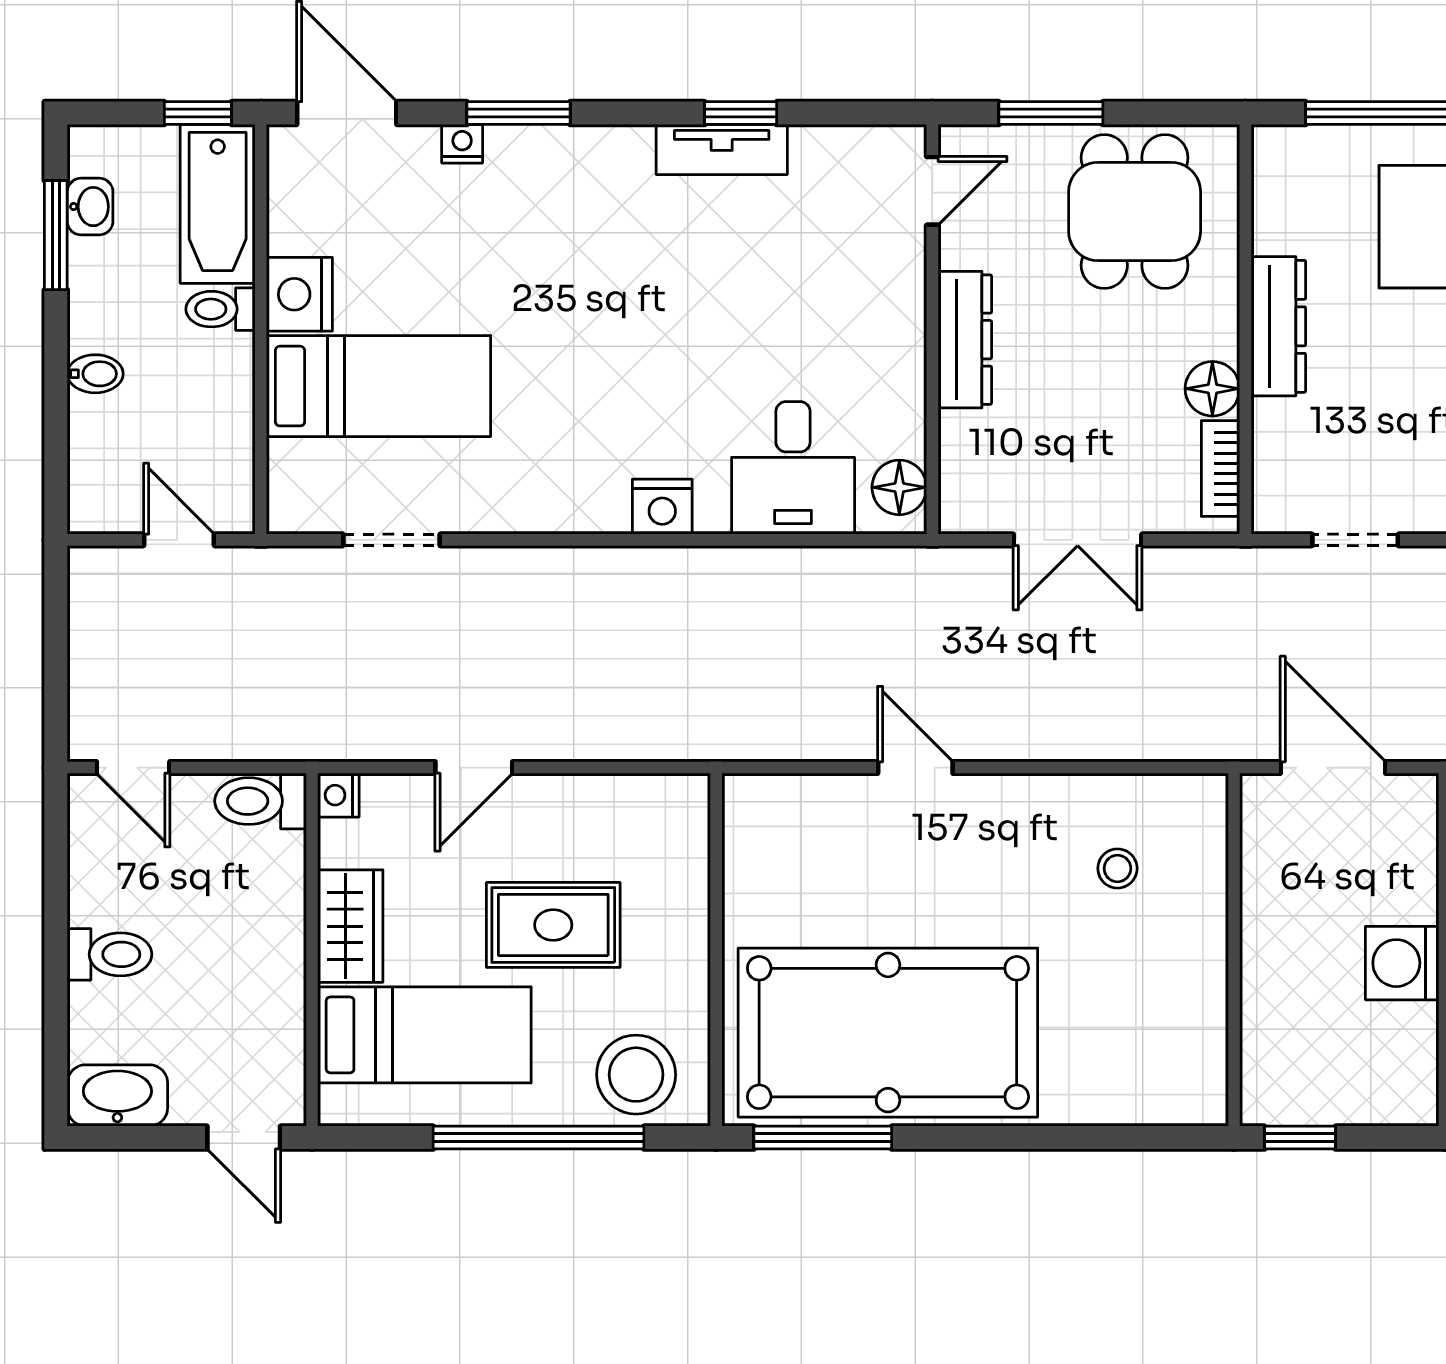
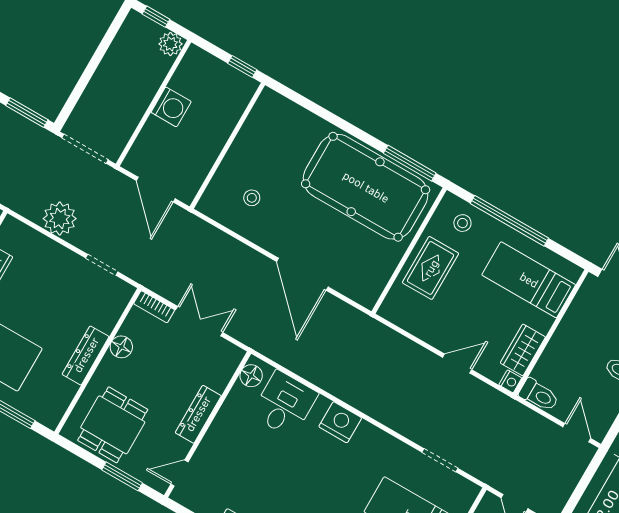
bookcase: (1221, 469) -> (154, 307), moved, turned 90
nightstand: (662, 507) -> (340, 422), width x1.36, depth x1.33
door: (915, 768) -> (302, 274), width x1.88
rug: (553, 925) -> (431, 268), moved, turned 90
wardrobe: (350, 926) -> (523, 350), moved
stool: (636, 1075) -> (462, 223), width x0.53, depth x0.53

